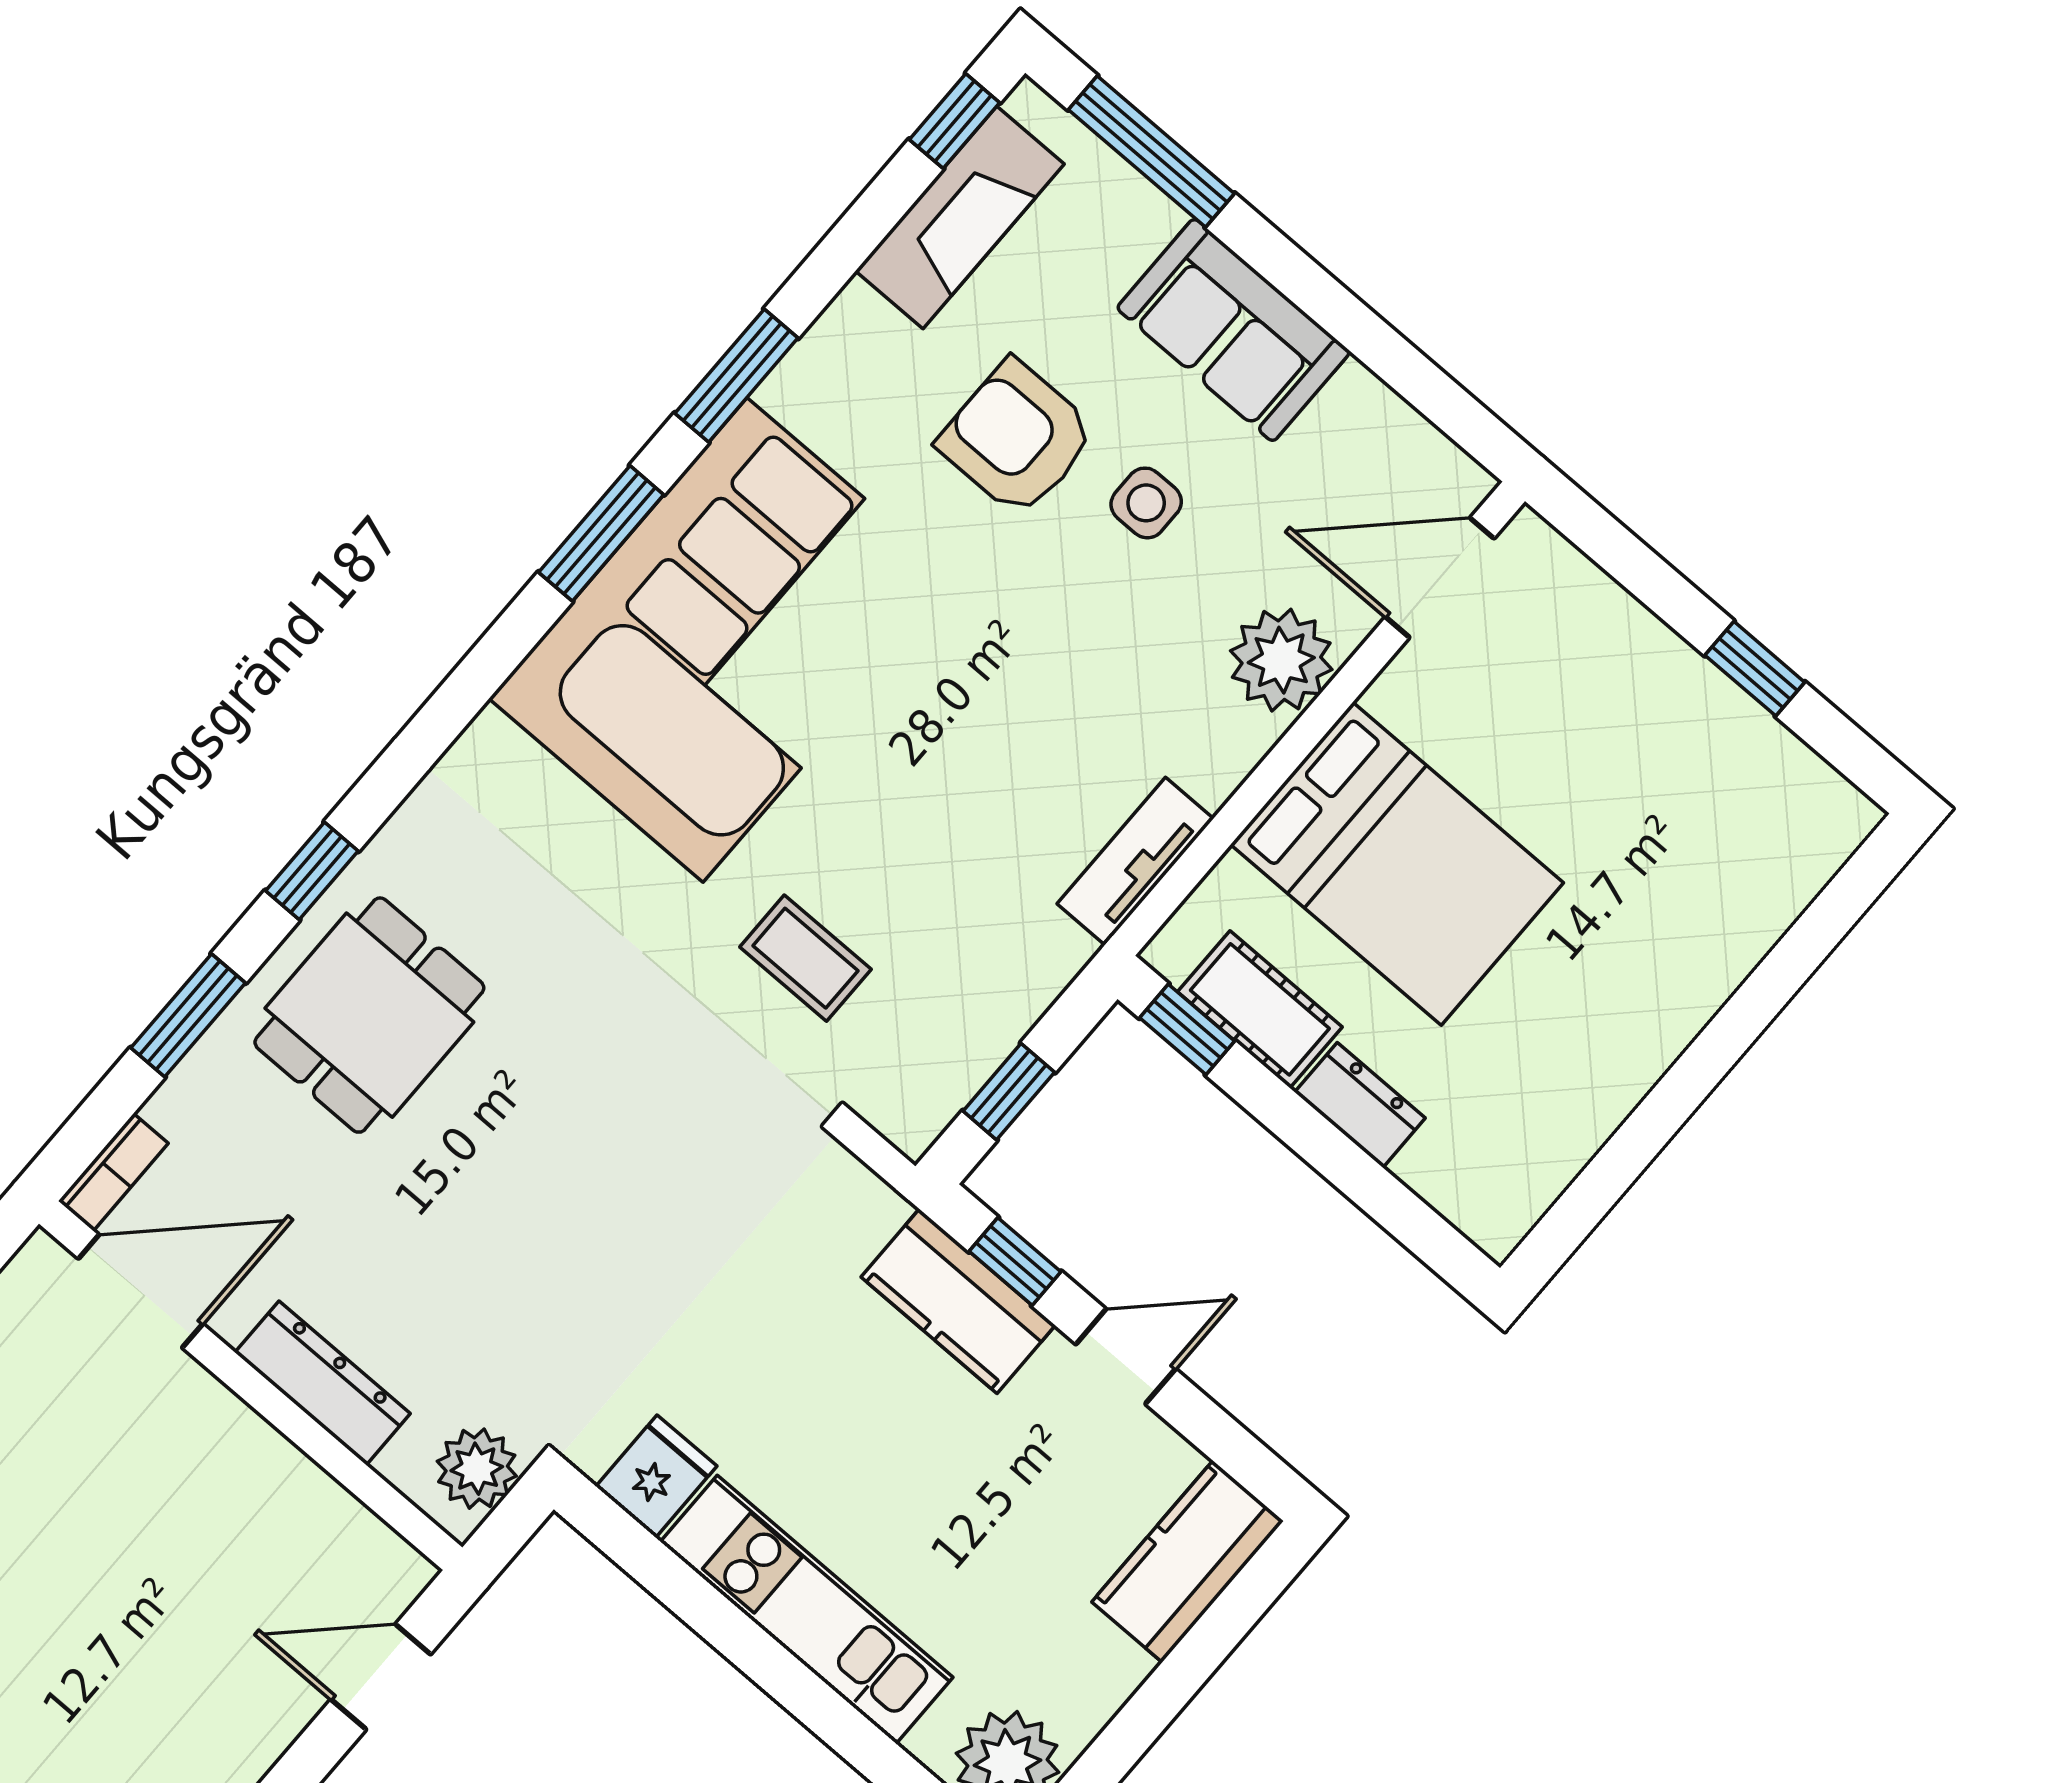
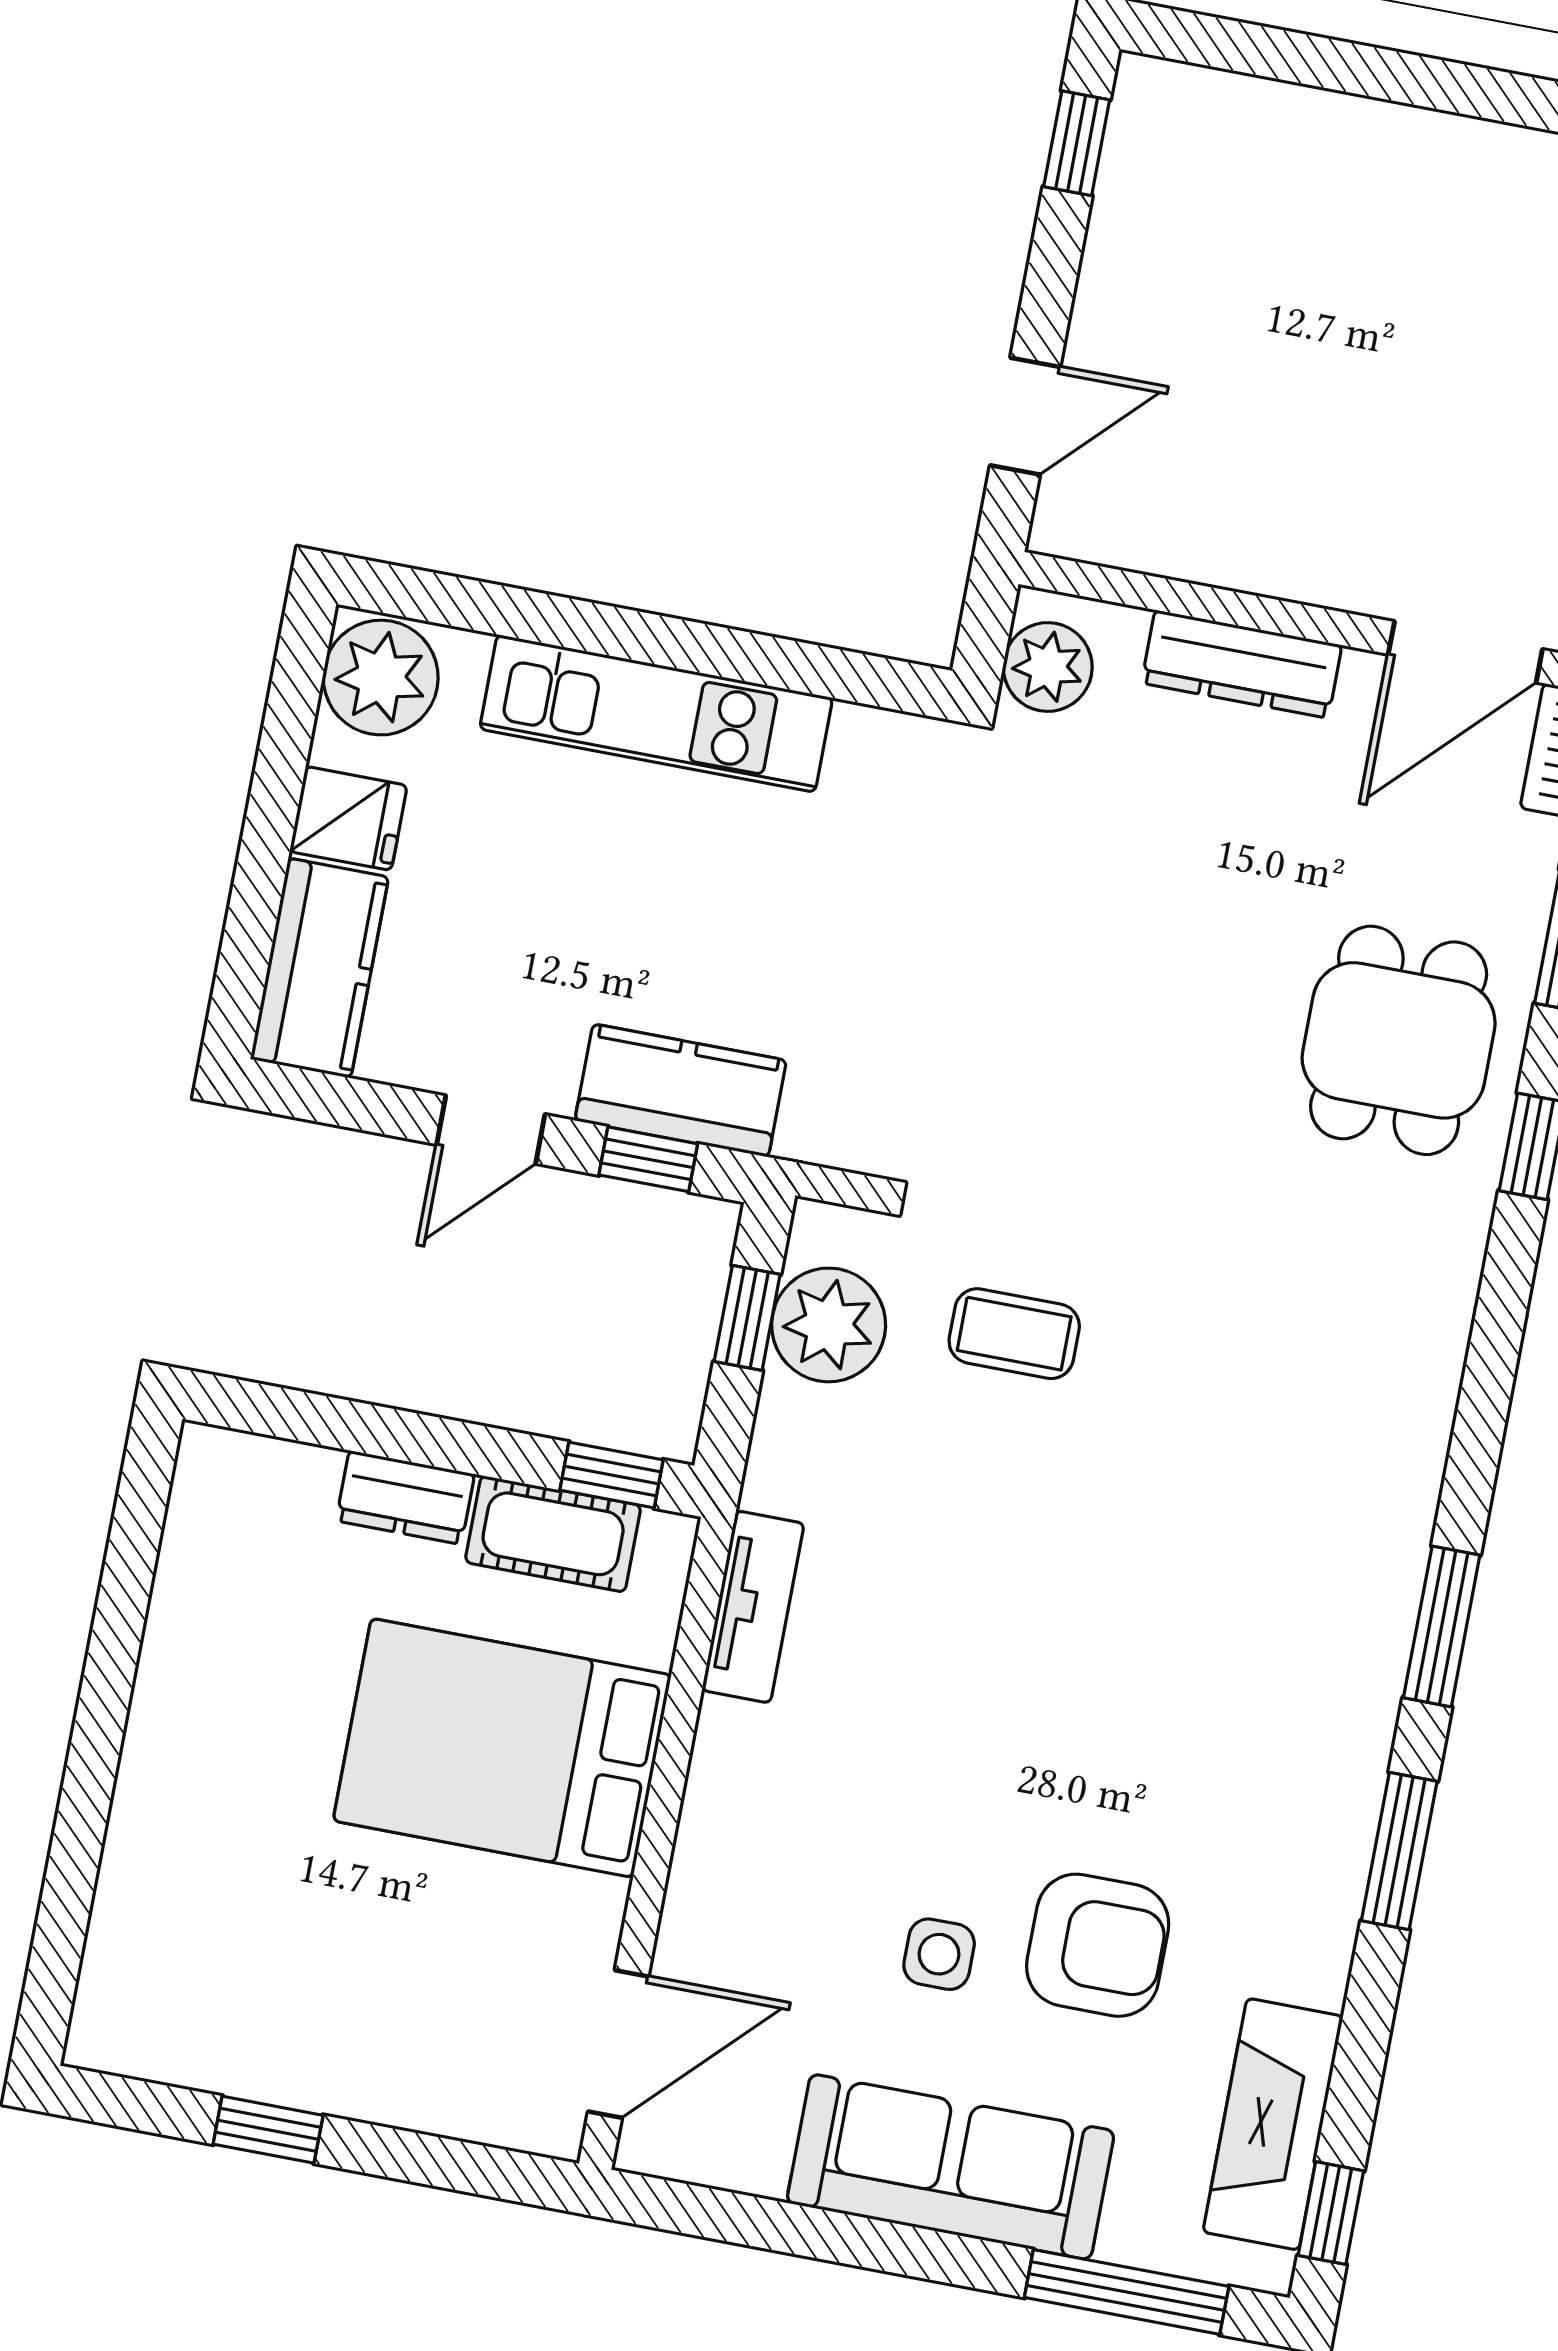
sofa: (1233, 330) -> (951, 2167), width x1.36
corner sofa: (725, 640) -> (1265, 1593), removed
plant: (1281, 660) -> (829, 1325), moved
fridge: (656, 1476) -> (348, 818), moved, turned -90

